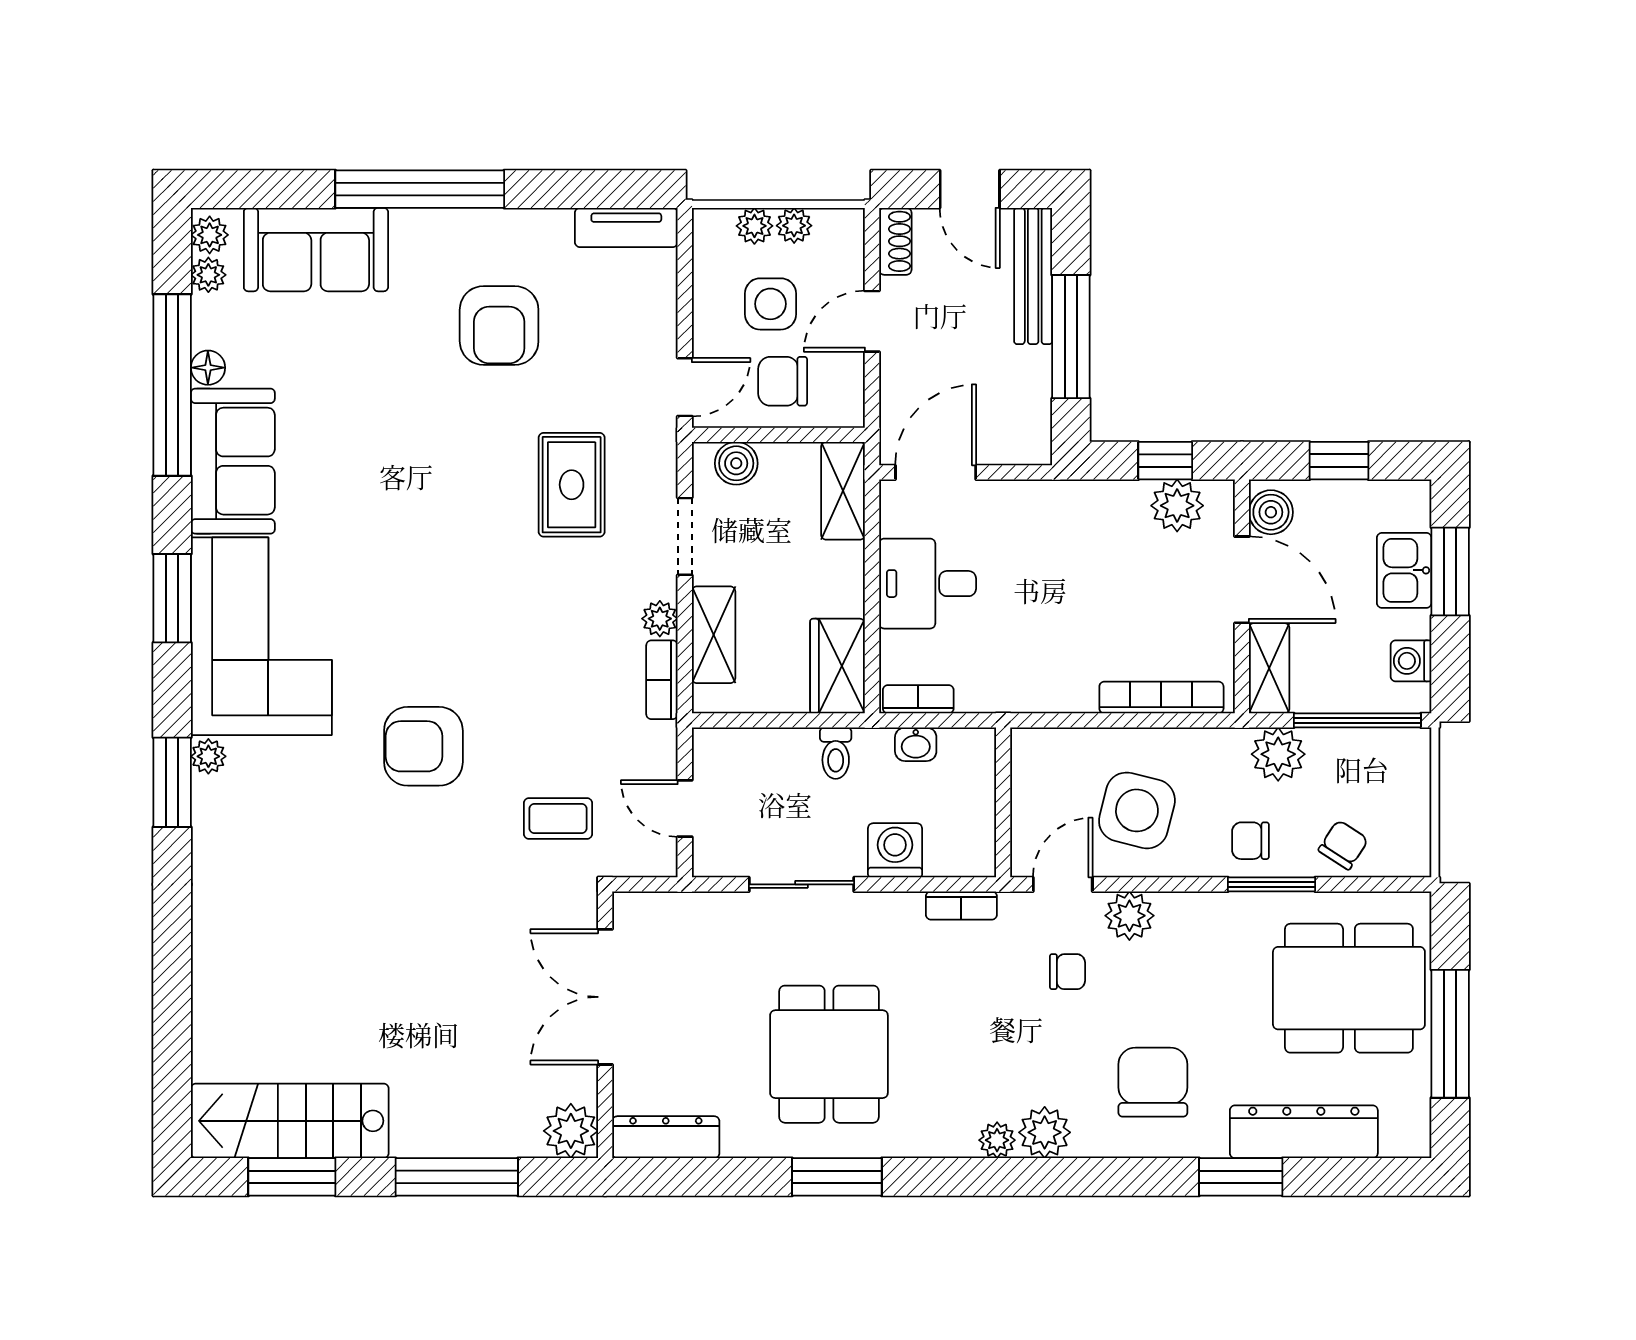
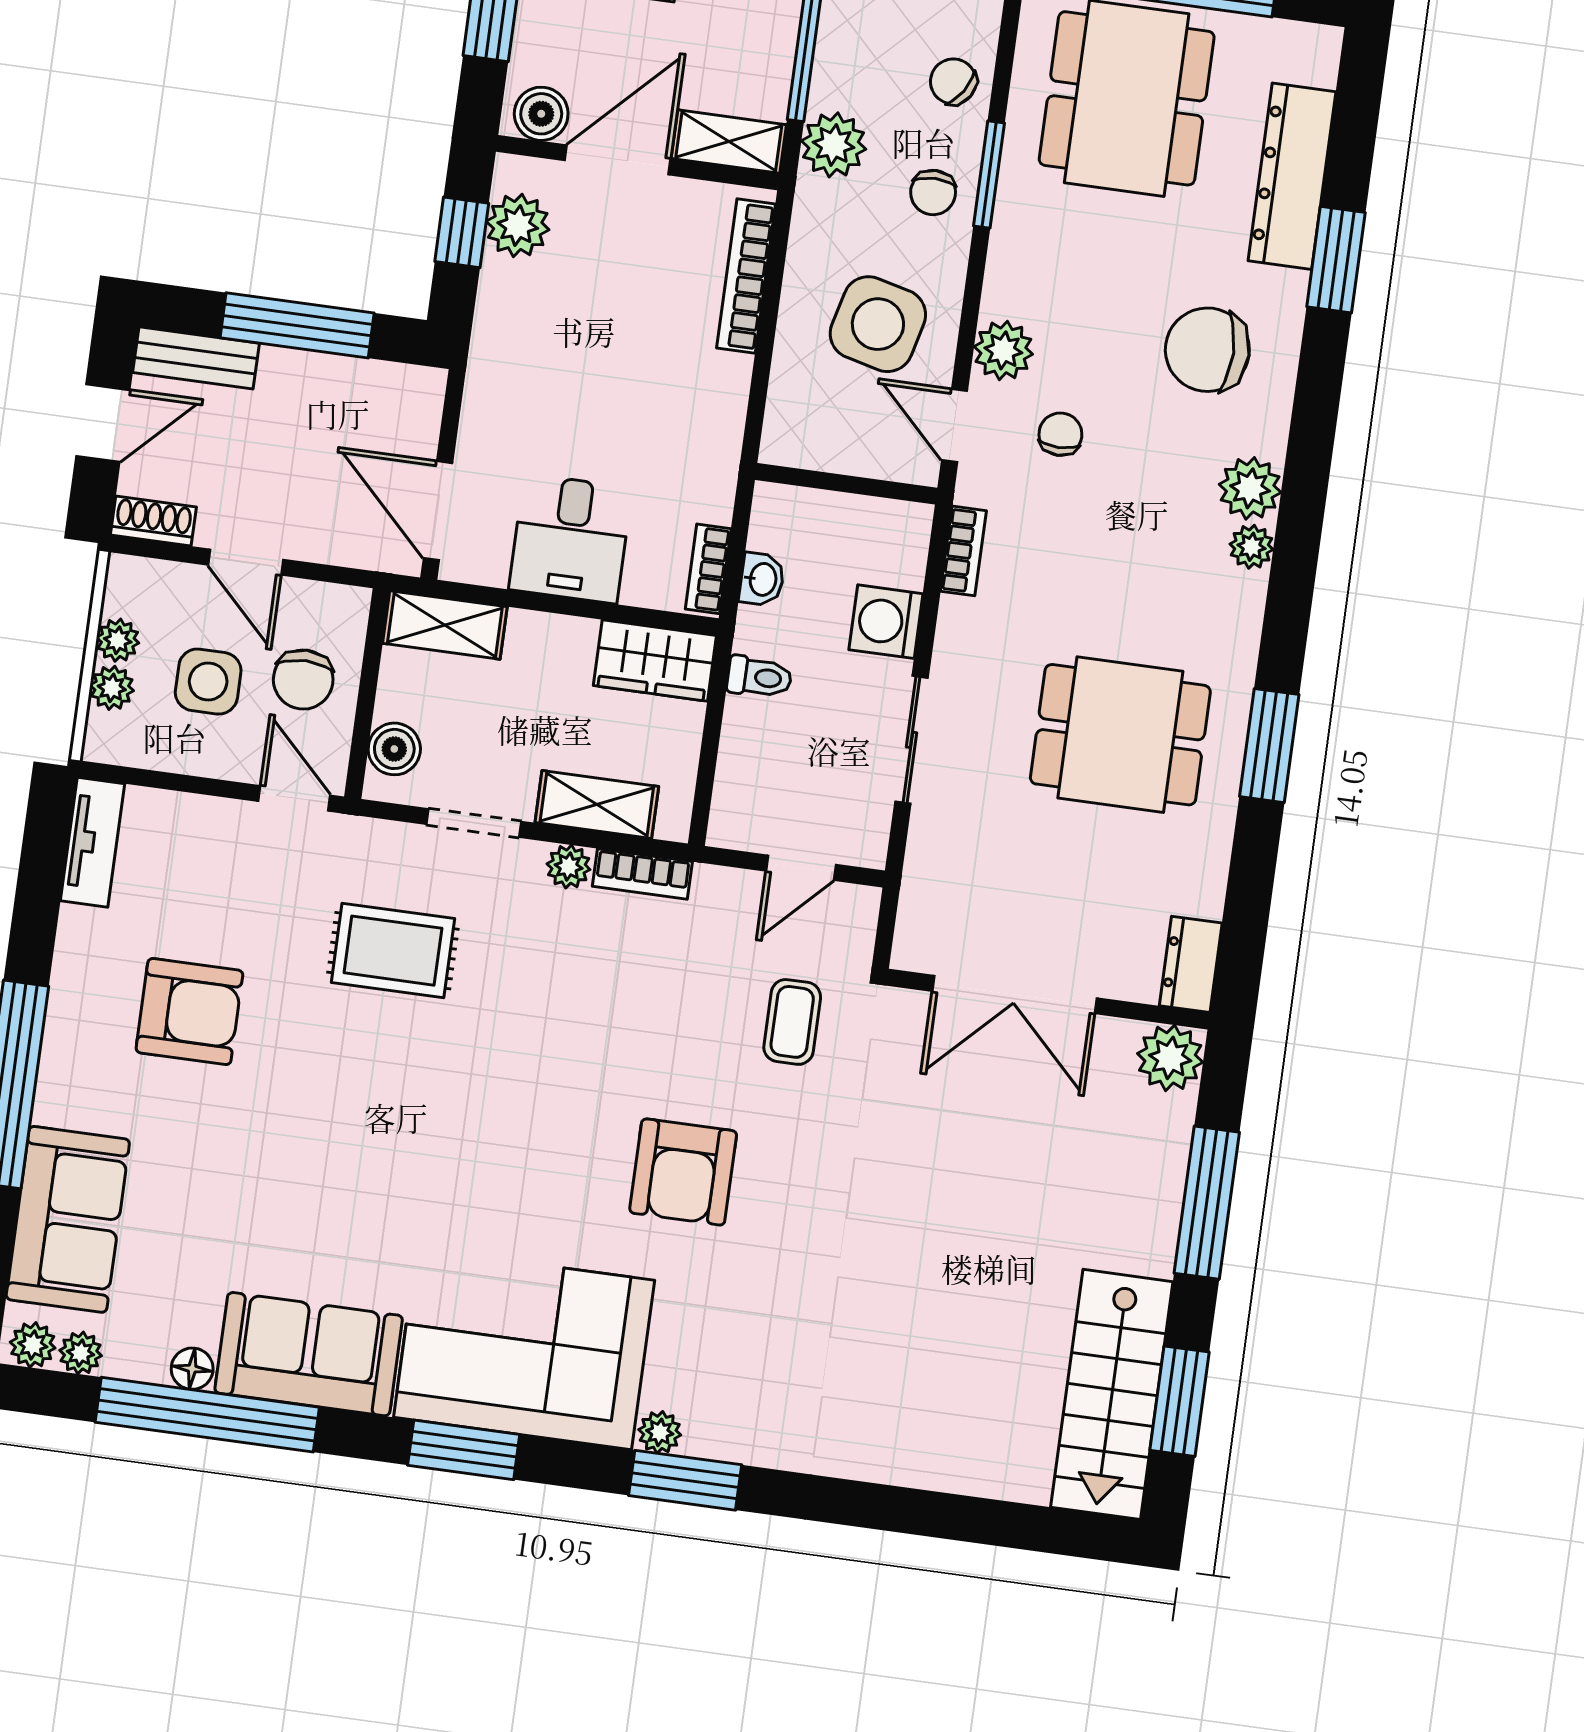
bench: (1033, 276) -> (196, 358), width x0.73
dresser: (666, 1137) -> (1191, 964), width x0.70

